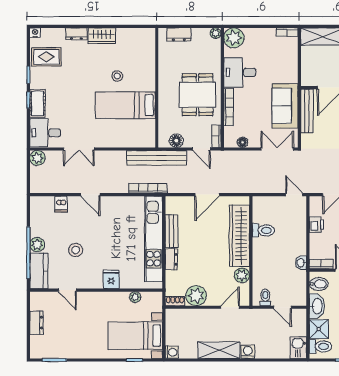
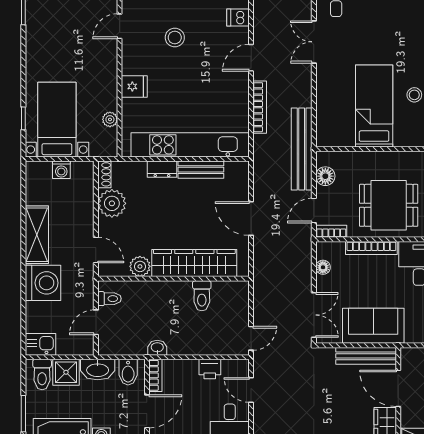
bookcase: (148, 188) -> (260, 107), moved
washing machine: (172, 352) -> (61, 170), moved
washing machine: (248, 352) -> (43, 283), width x1.89, depth x1.89

